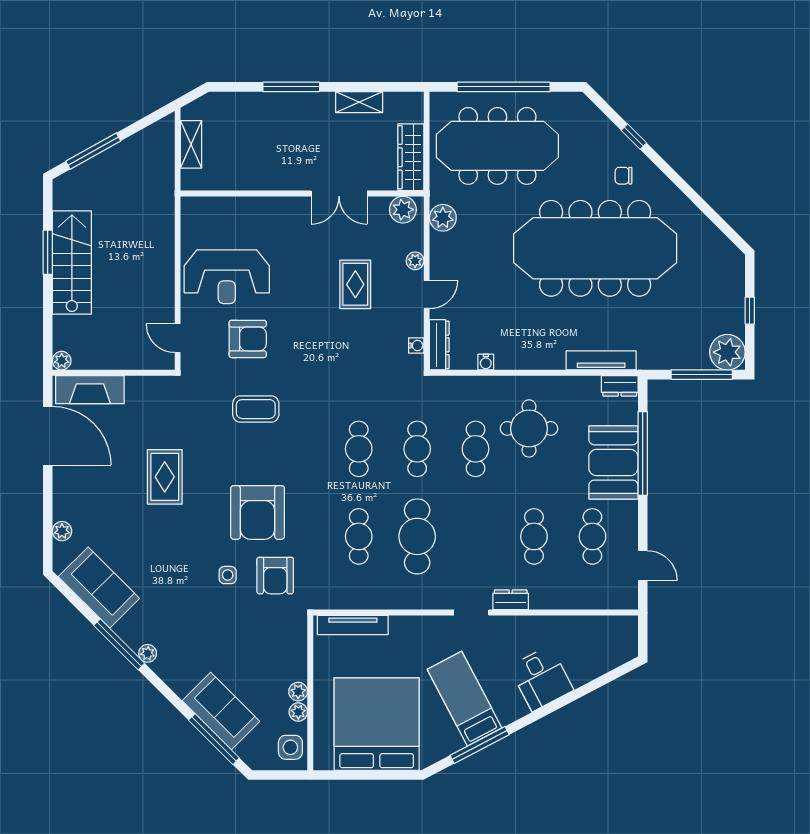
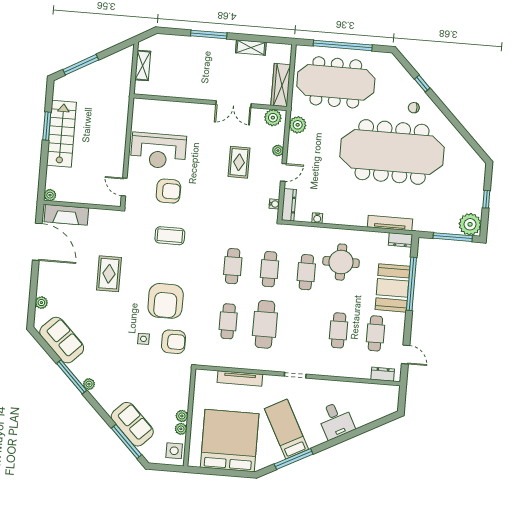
armchair: (275, 576) -> (173, 342), turned -90
dresser: (511, 600) -> (383, 374), moved
tv unit: (353, 625) -> (240, 378), moved

